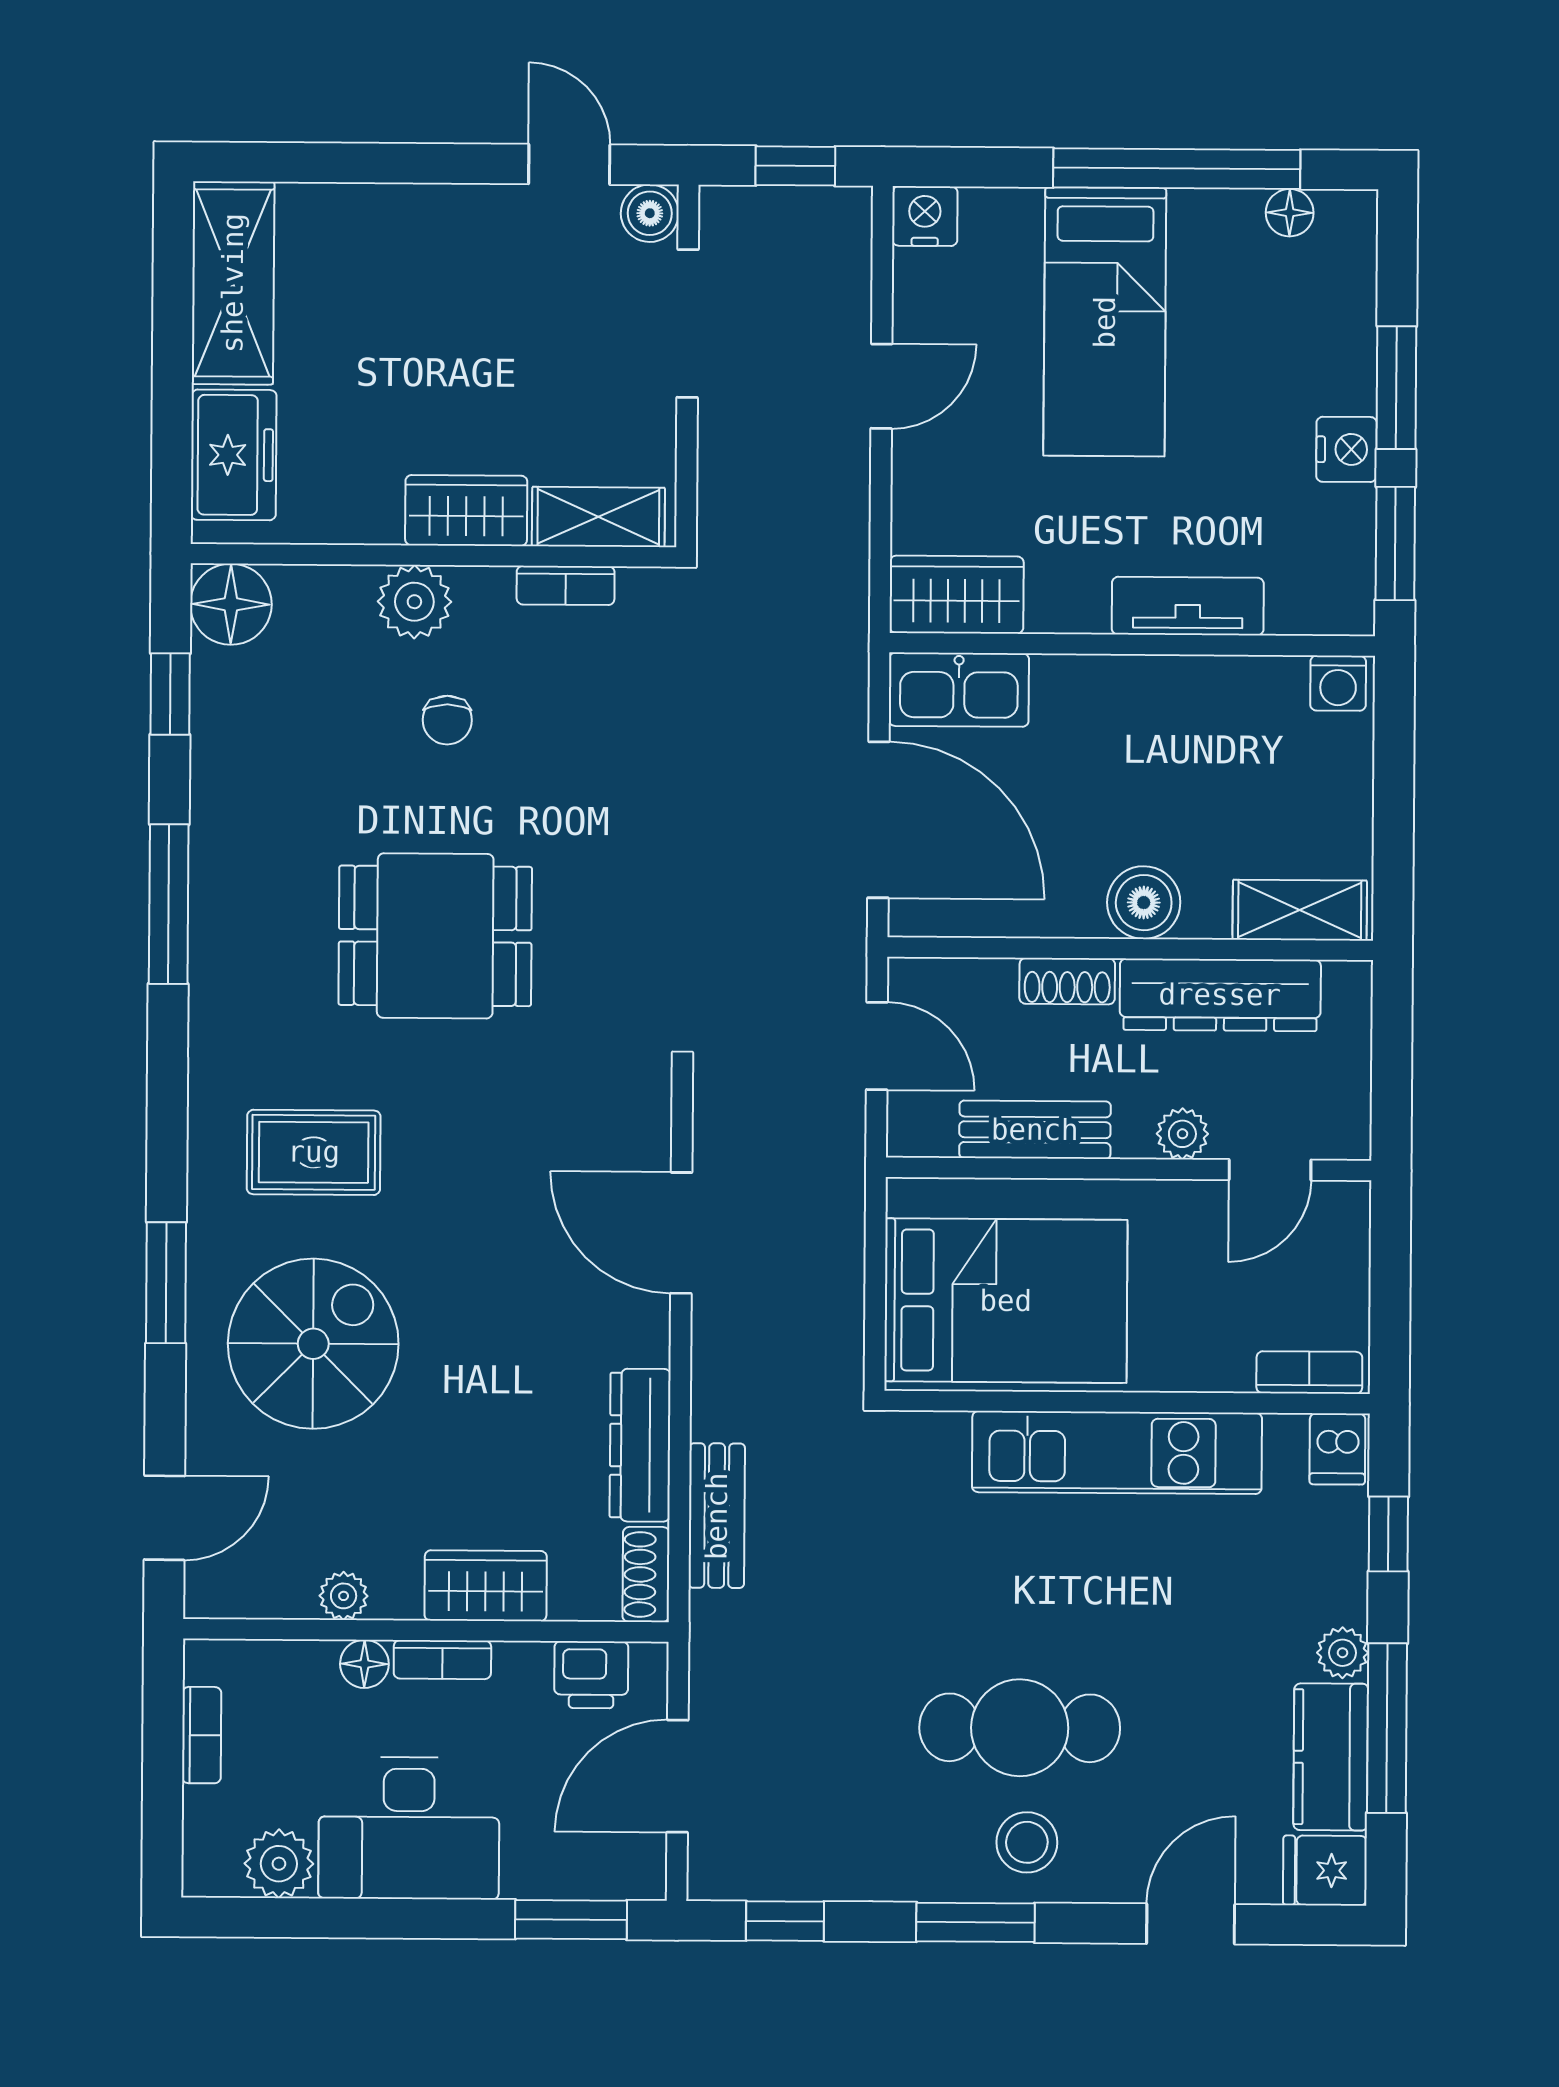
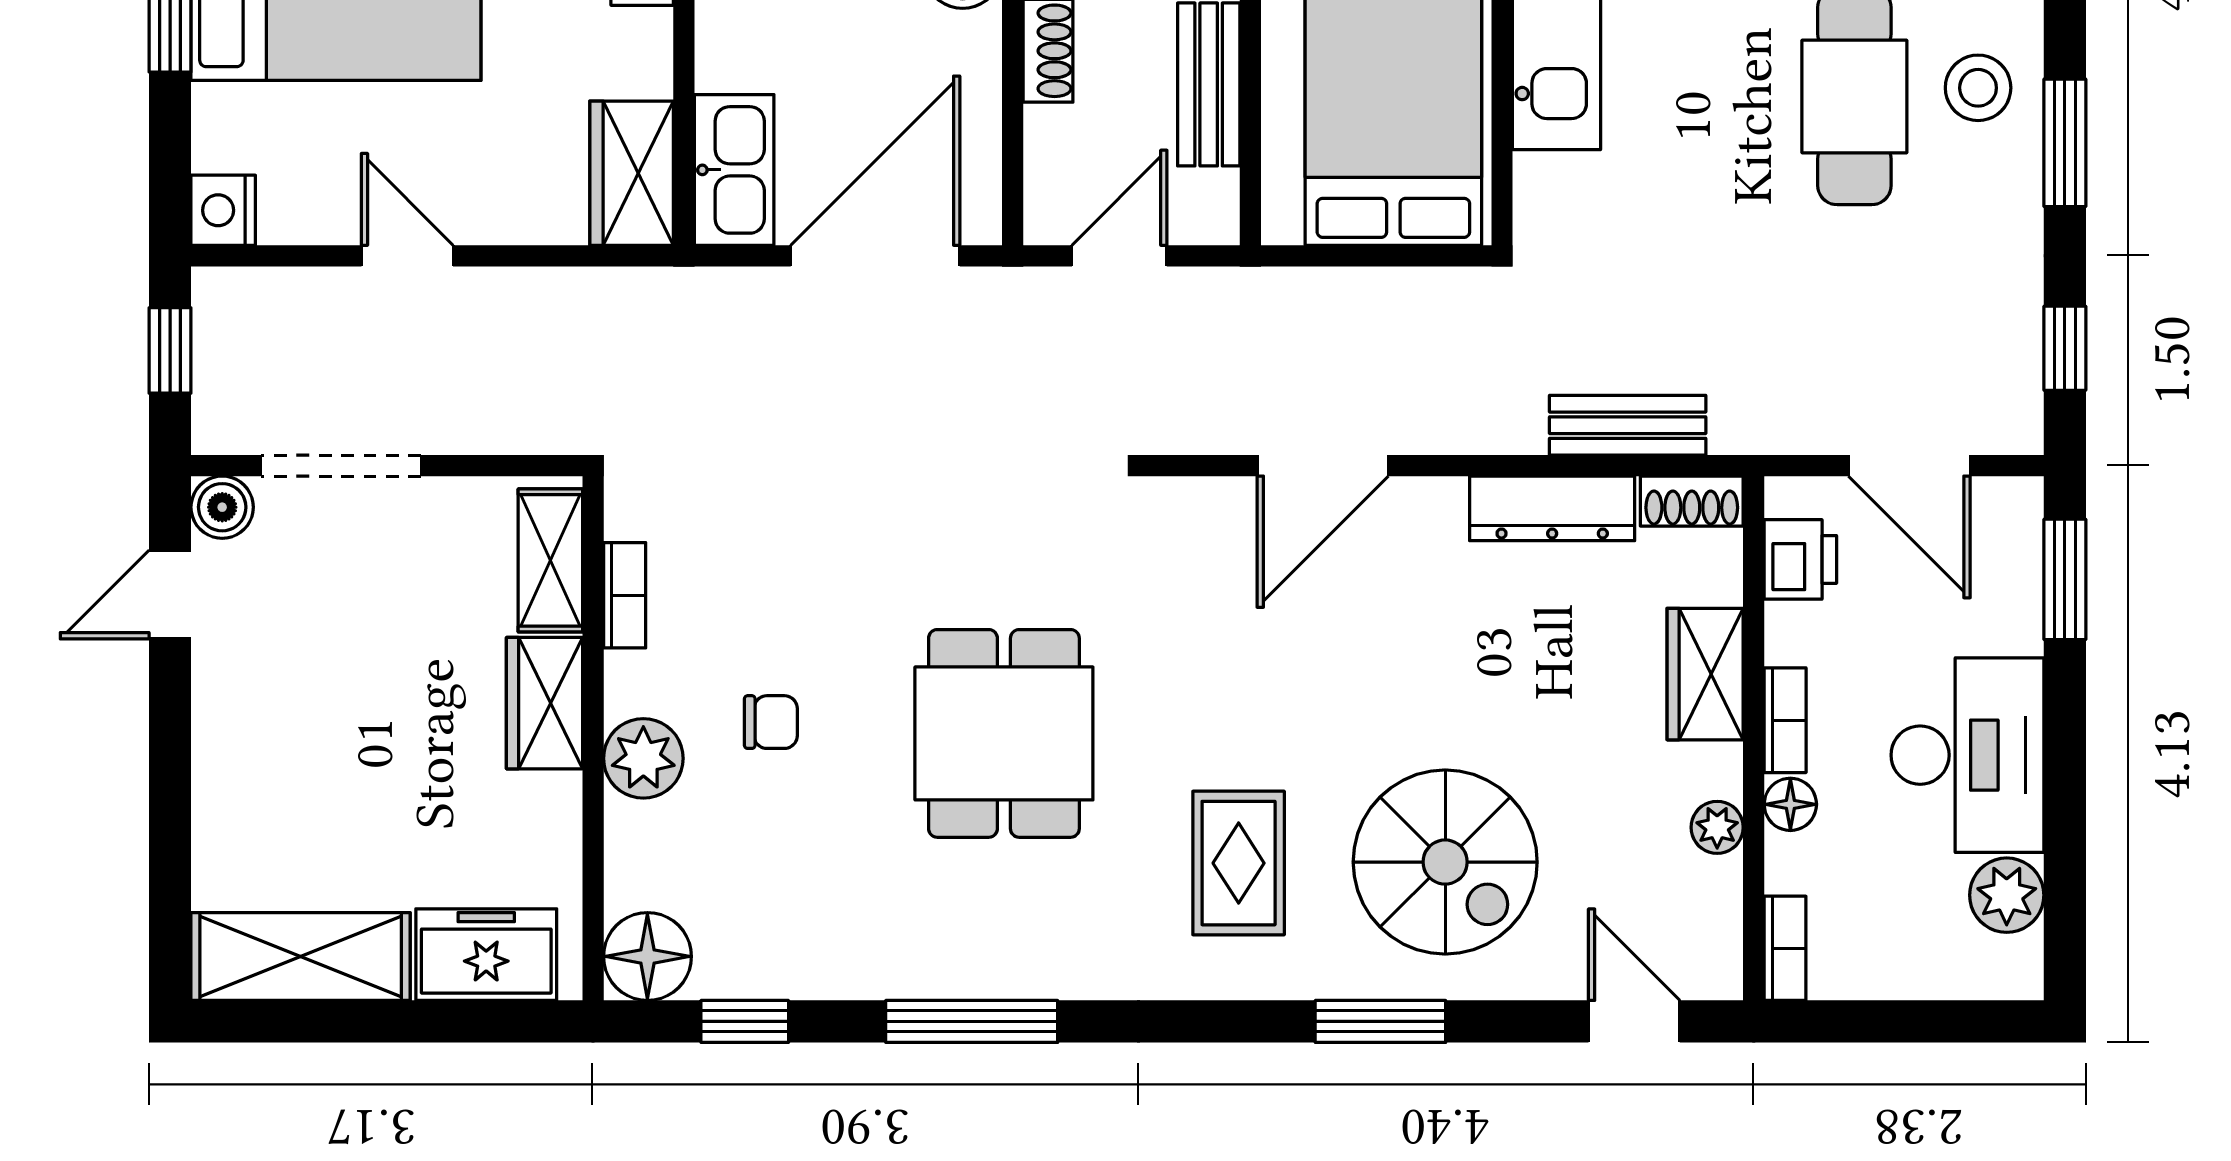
spiral stairs: (313, 1344) -> (1445, 862), turned 180
bookcase: (202, 1735) -> (1785, 948), moved, turned 90

